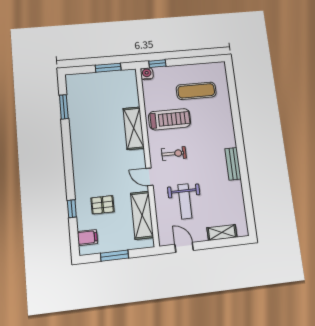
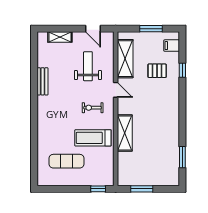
water cooler: (147, 74) -> (108, 181), removed
bench: (233, 164) -> (43, 81), moved

